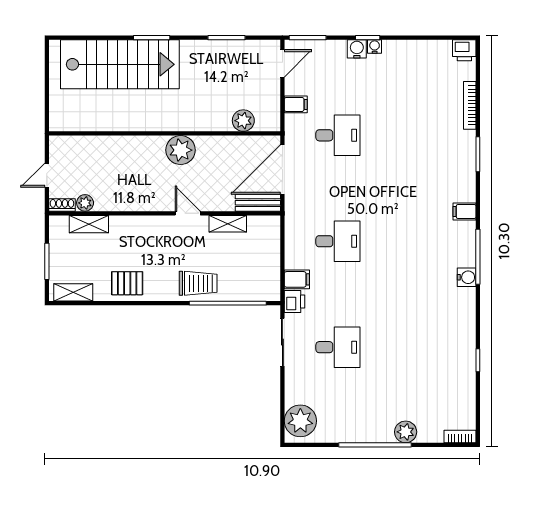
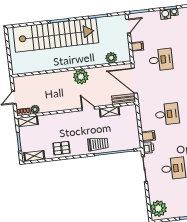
stairs: (120, 64) -> (56, 35), width x1.36
door: (282, 169) -> (134, 81), hinge flipped
shelving: (89, 224) -> (28, 121), moved

